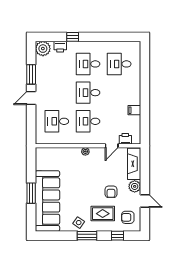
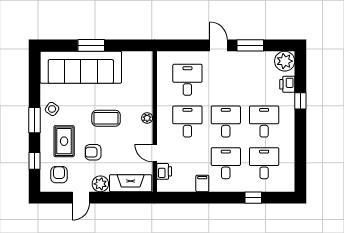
window: (145, 72) -> (253, 198), added
desk: (119, 93) -> (226, 163), added
coffee table: (86, 182) -> (106, 118), added

